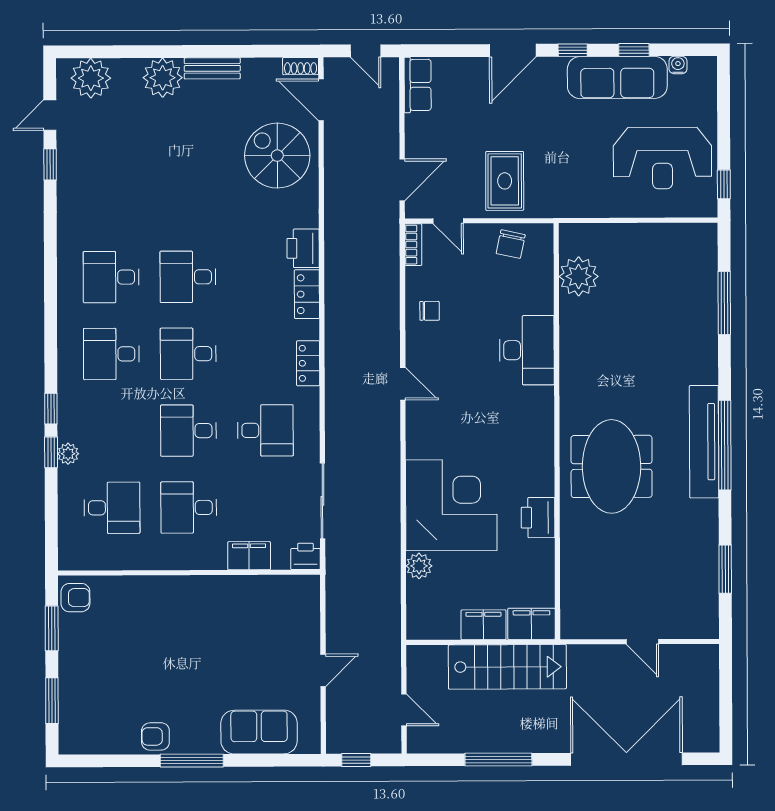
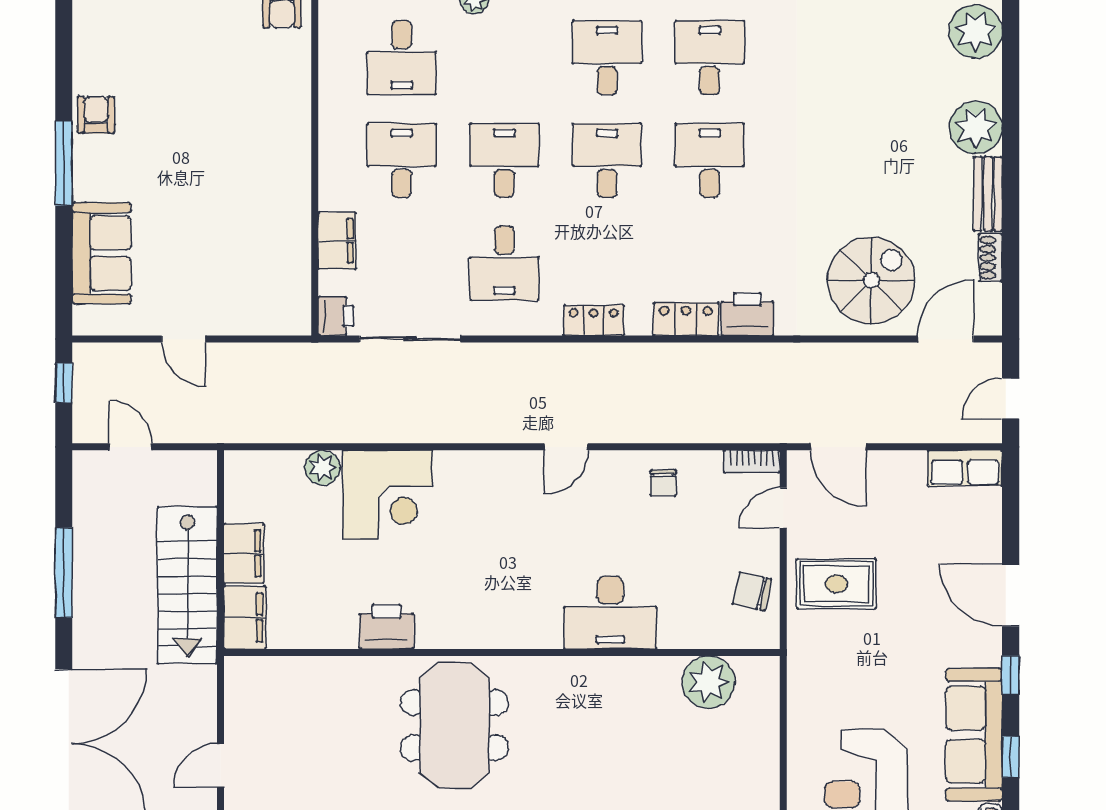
shoe rack: (301, 66) -> (991, 258), moved
meeting table: (612, 466) -> (455, 725), turned 90
corner desk: (451, 505) -> (387, 495), width x0.74, depth x0.74
door: (404, 710) -> (130, 447), swing flipped

